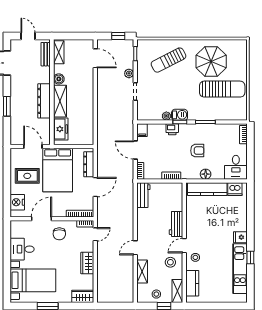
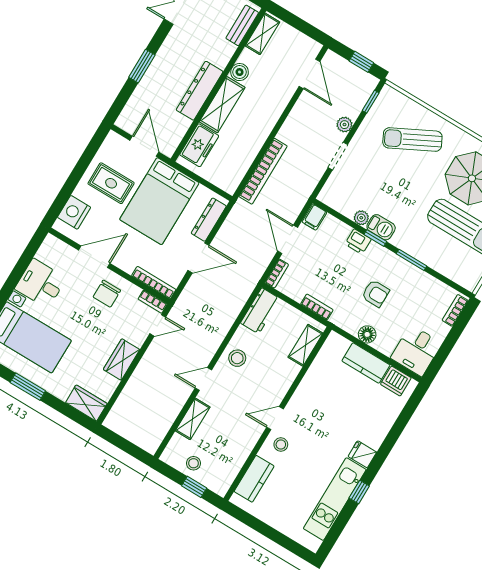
bookcase: (102, 123) -> (263, 171), added
kitchen counter: (207, 189) -> (366, 363), width x0.67
workbench: (176, 224) -> (282, 380), removed
stool: (170, 262) -> (237, 358), moved
shelving: (177, 291) -> (305, 345), moved

